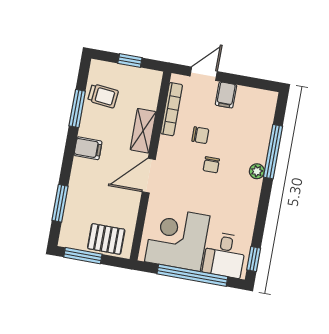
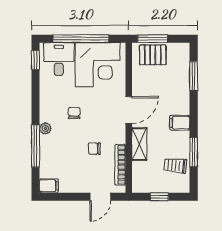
filing cabinet: (226, 95) -> (49, 186), moved, turned 90
chair: (211, 165) -> (74, 113), moved
window: (83, 256) -> (153, 39), moved

